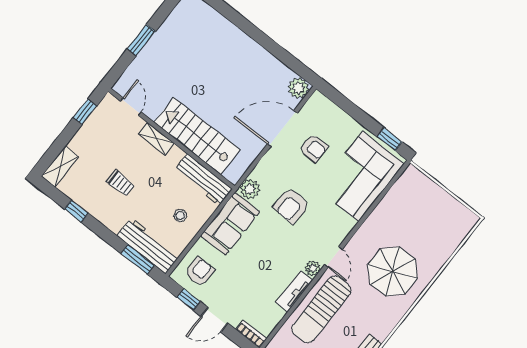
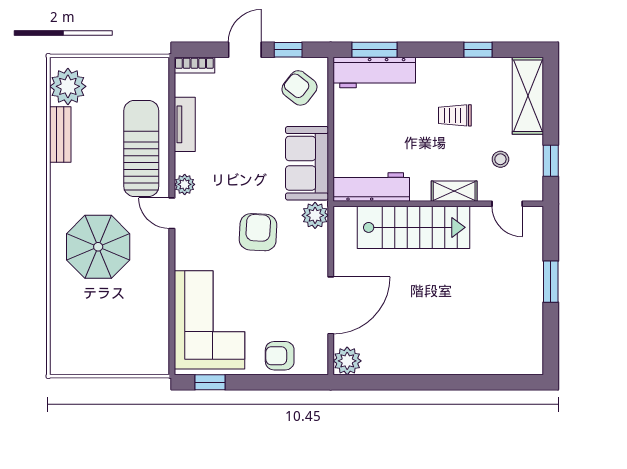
armchair: (314, 148) -> (280, 356), moved
shelving: (60, 167) -> (528, 96), width x1.50, depth x1.33
stool: (180, 216) -> (500, 159), moved
armchair: (200, 272) -> (299, 88), turned 128
tv unit: (294, 291) -> (185, 124), moved

